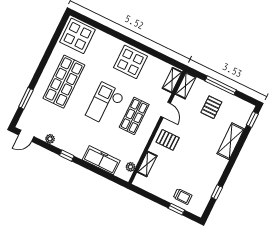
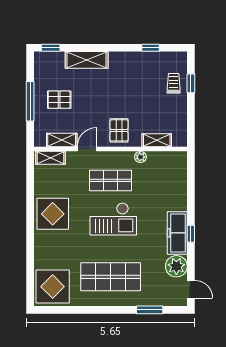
shelving: (186, 86) -> (62, 140), moved
plant: (50, 139) -> (176, 266), width x1.88, depth x1.88
freezer: (101, 160) -> (177, 233), moved
plant: (131, 167) -> (140, 157), moved

